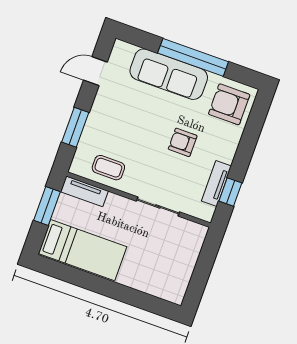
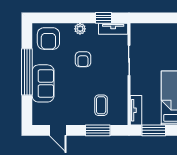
sofa: (169, 74) -> (43, 83), width x0.73
plant: (227, 154) -> (80, 29), added
coffee table: (108, 168) -> (101, 105), moved
tv unit: (216, 184) -> (113, 29), moved

